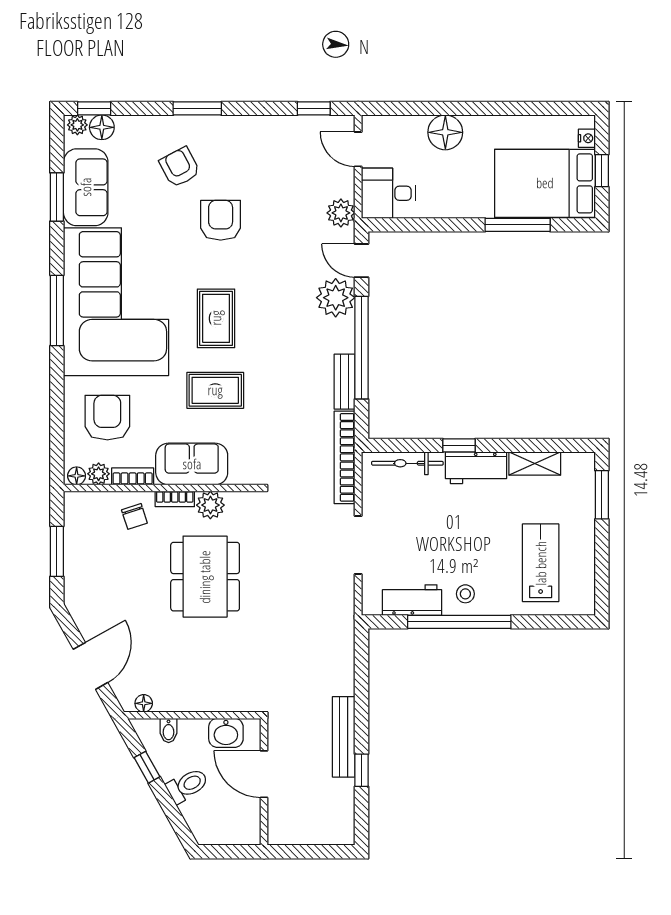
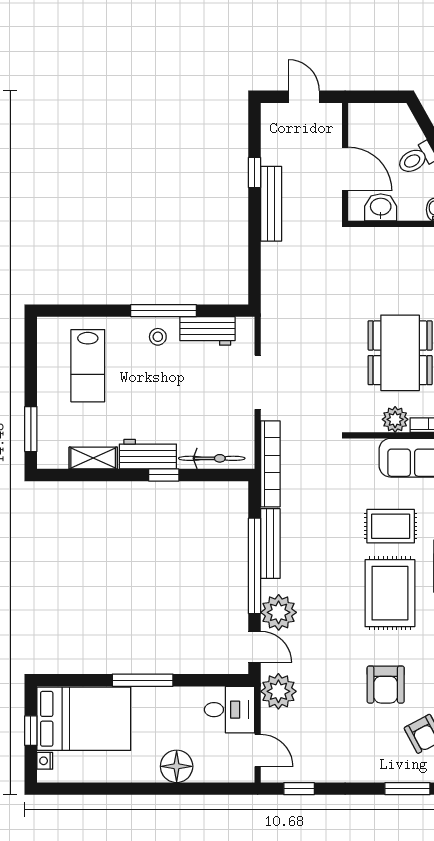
plant: (341, 213) -> (278, 691), width x1.36, depth x1.36
window: (518, 225) -> (143, 680), moved
rug: (216, 318) -> (390, 593), width x1.36, depth x1.43
bench: (345, 382) -> (270, 544), width x1.36
window: (459, 622) -> (163, 311), width x0.68
door: (309, 852) -> (304, 97), added

